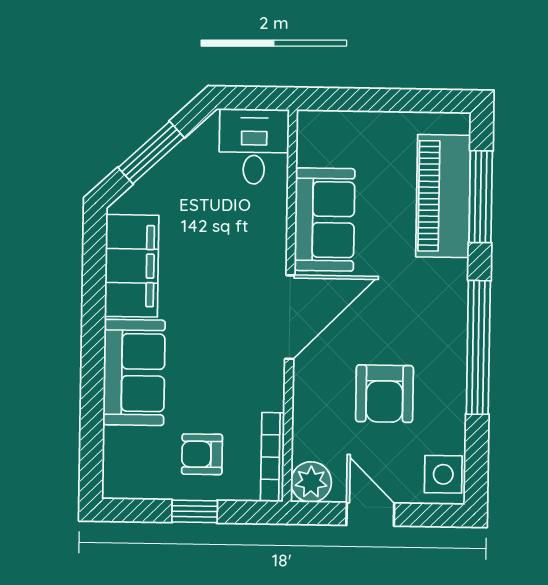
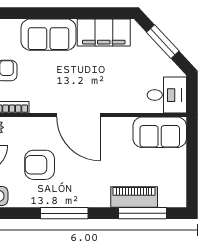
piano: (443, 196) -> (134, 197), width x0.73, depth x0.75
sofa: (325, 220) -> (160, 132), moved
window: (478, 347) -> (64, 213), width x0.68

